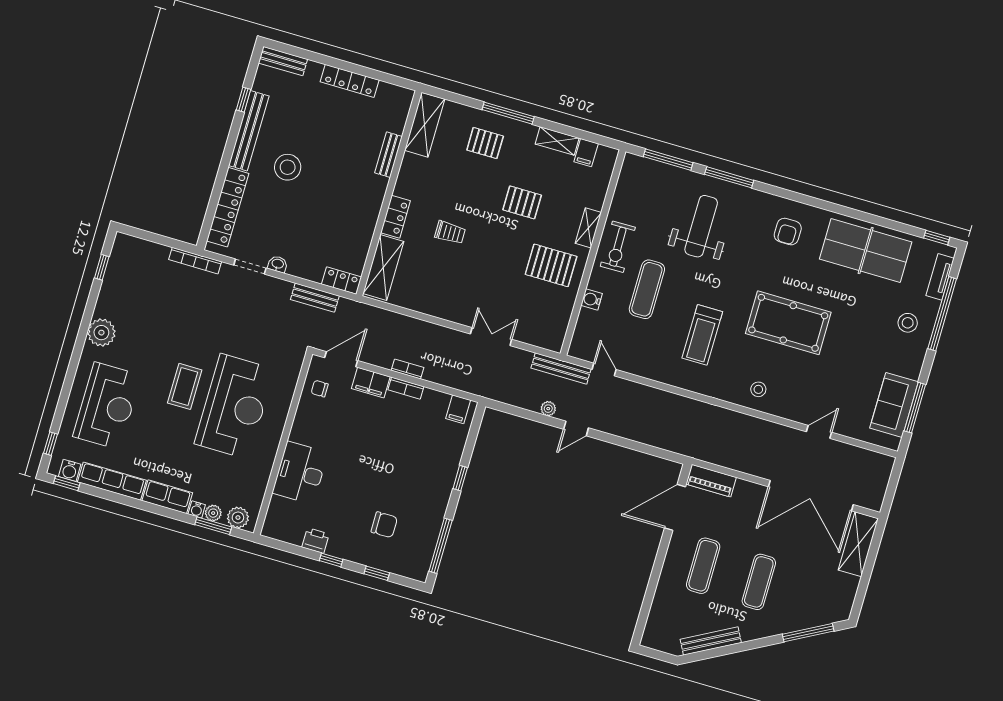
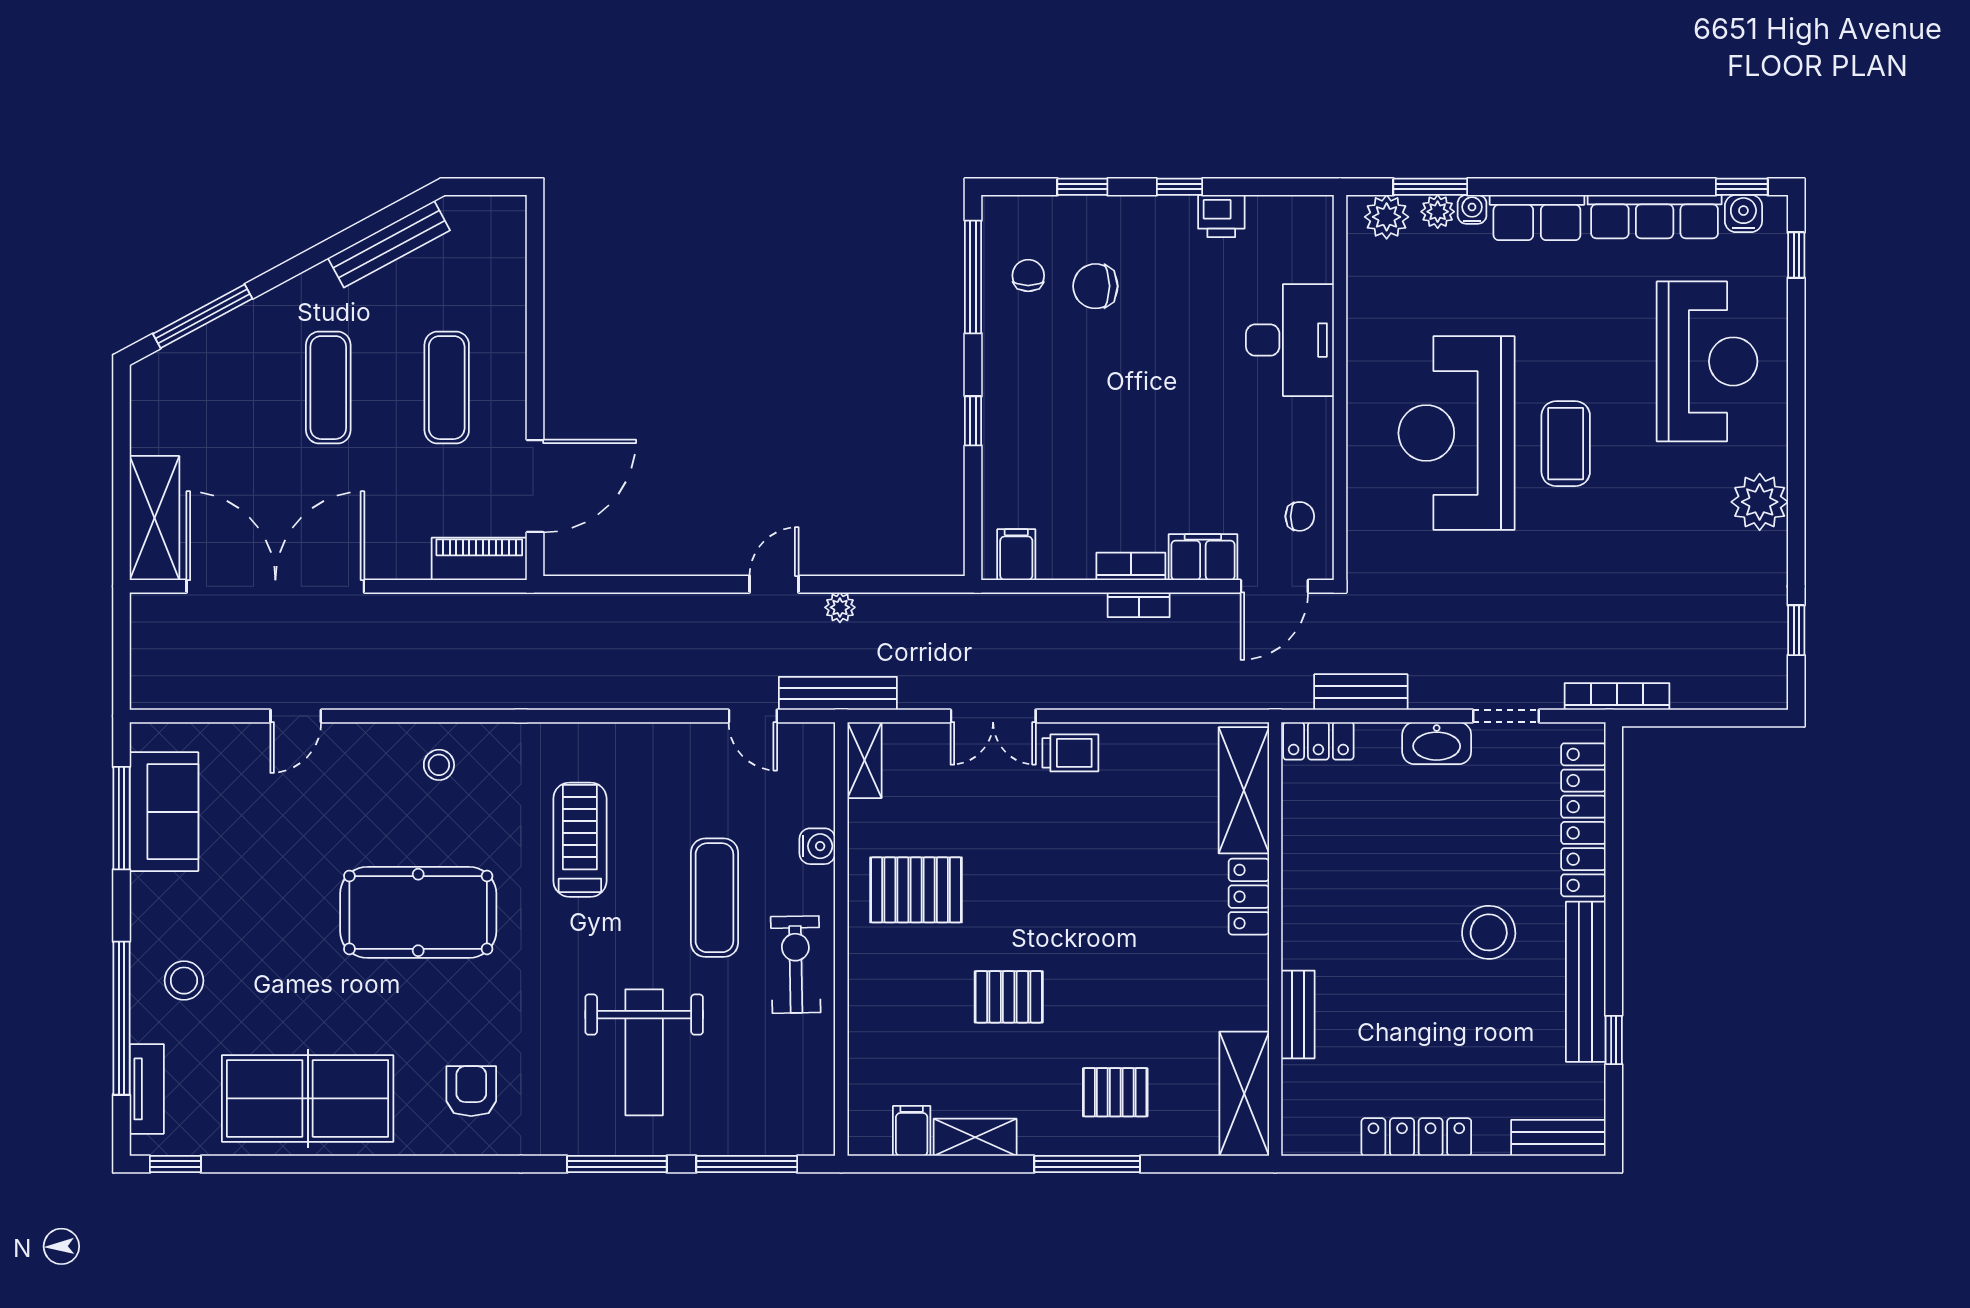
shelving: (588, 228) -> (864, 760), moved
trolley: (450, 232) -> (1070, 753), moved, turned 180
washbasin: (278, 264) -> (1437, 743), width x1.91, depth x1.45
reception desk: (107, 406) -> (1707, 361), turned 180
chair: (414, 539) -> (1028, 275), added

